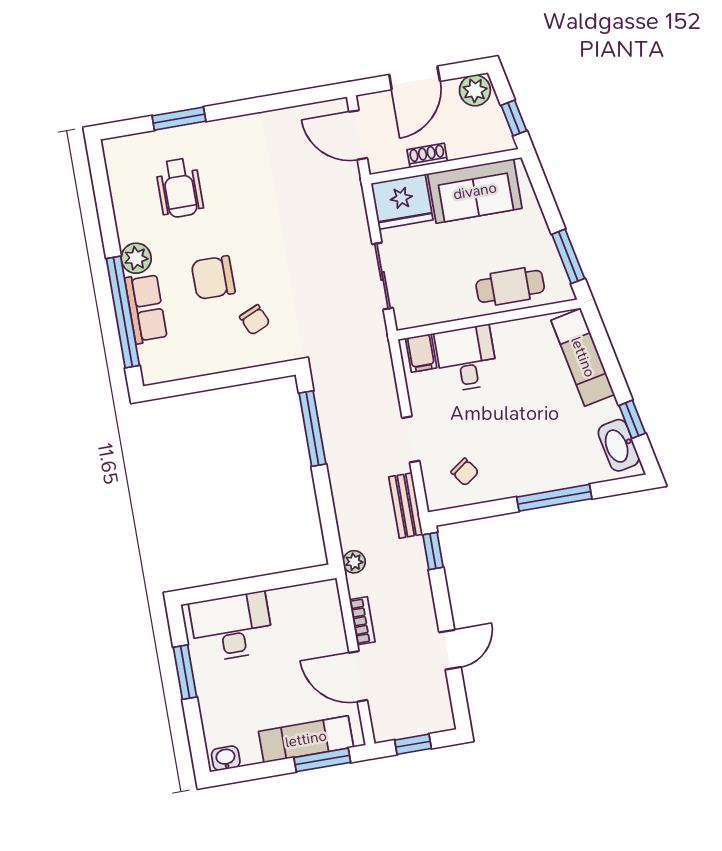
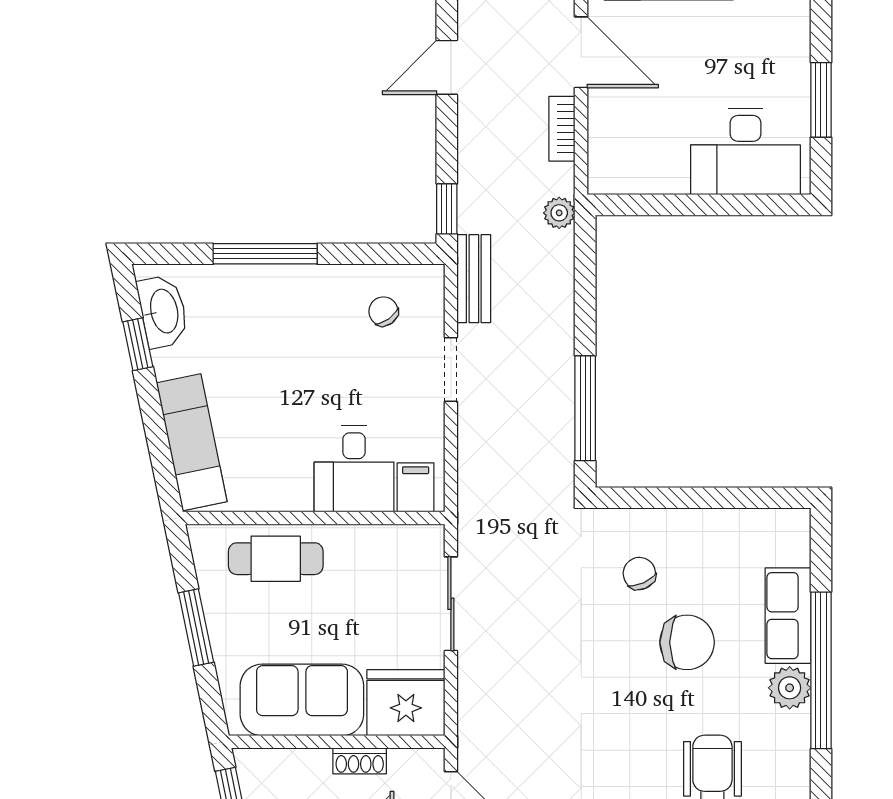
window: (568, 256) -> (196, 627), moved
window: (123, 312) -> (821, 670), moved

